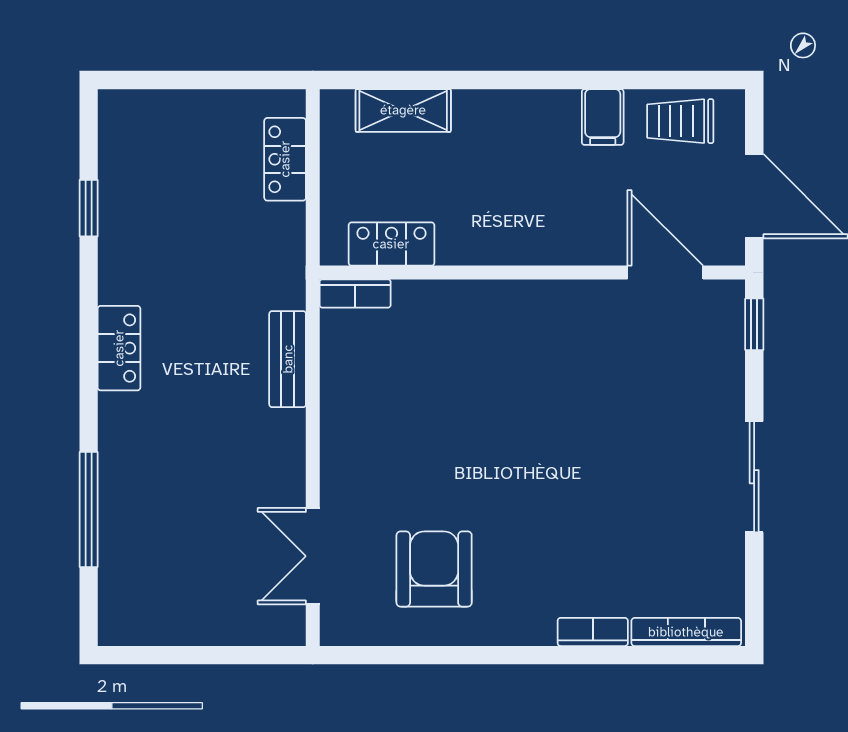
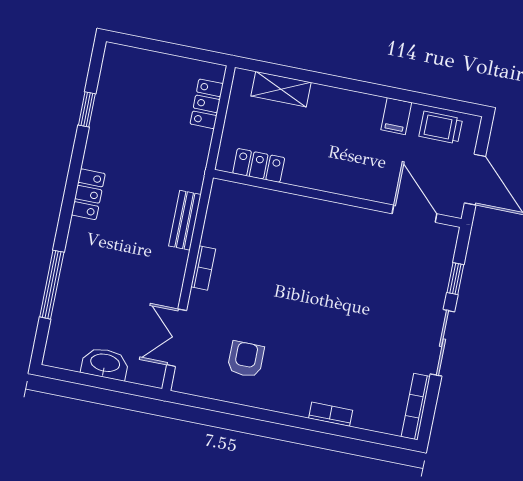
bookcase: (355, 293) -> (203, 268), moved, turned -90
window: (754, 324) -> (455, 279), moved
armchair: (434, 569) -> (246, 359), width x0.72, depth x0.72
washbasin: (203, 623) -> (105, 364), added
bookcase: (686, 632) -> (416, 407), moved, turned -90

